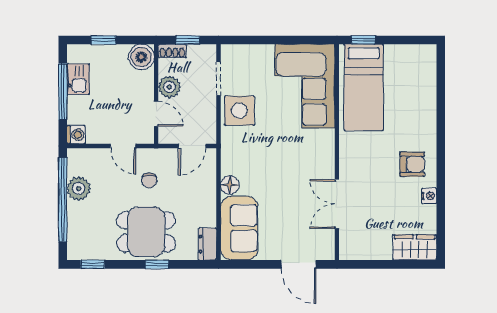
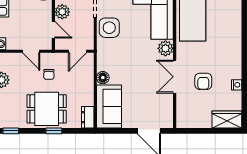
plant: (323, 141) -> (165, 48), added
armchair: (412, 164) -> (203, 81), moved, turned 90
double door: (337, 204) -> (175, 77), moved

